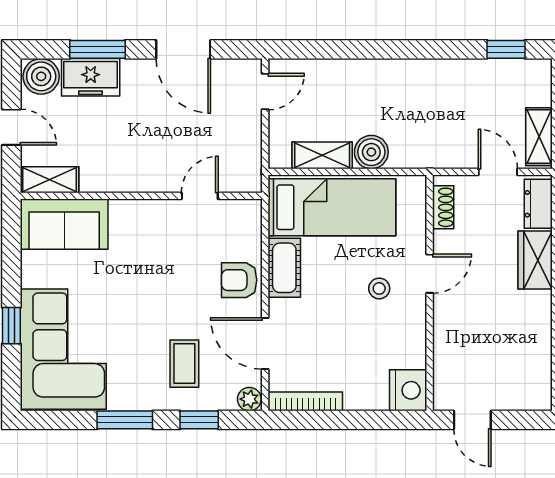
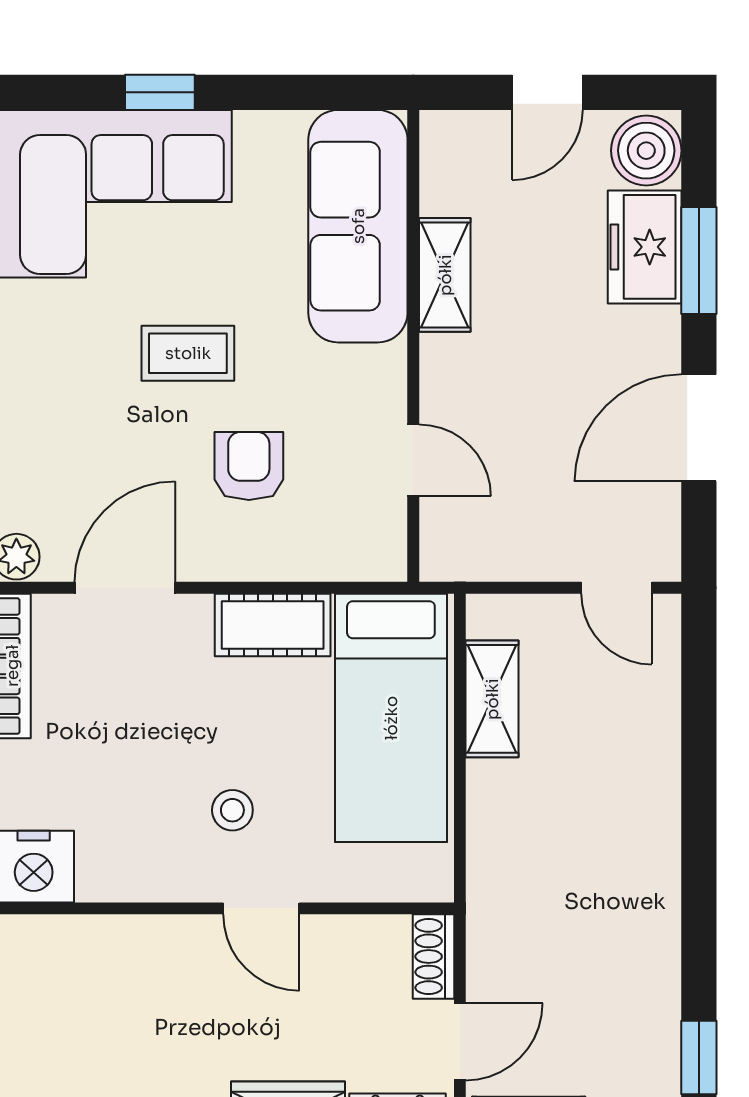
boiler: (371, 152) -> (498, 795), removed
shelving: (49, 180) -> (445, 275), moved
shoe rack: (443, 207) -> (433, 957), moved, turned 90
sofa: (64, 224) -> (358, 226), width x1.36
armchair: (239, 280) -> (249, 466), moved
coffee table: (184, 364) -> (188, 353), moved

